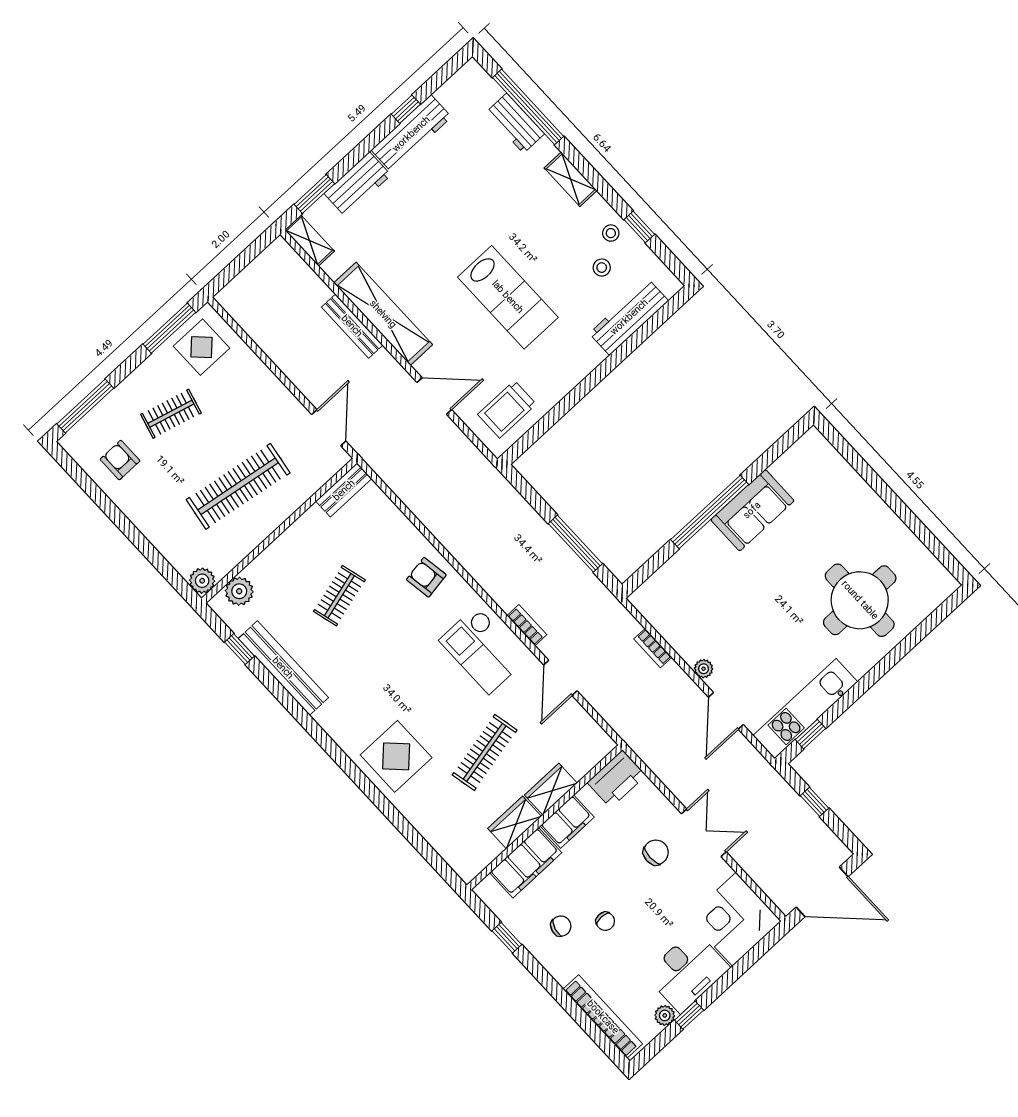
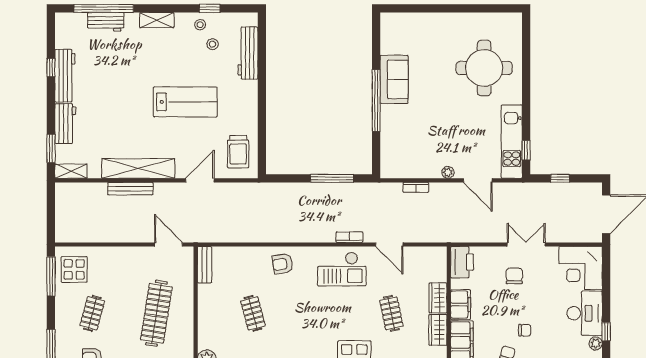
clothes rail: (485, 752) -> (391, 313), width x0.73

